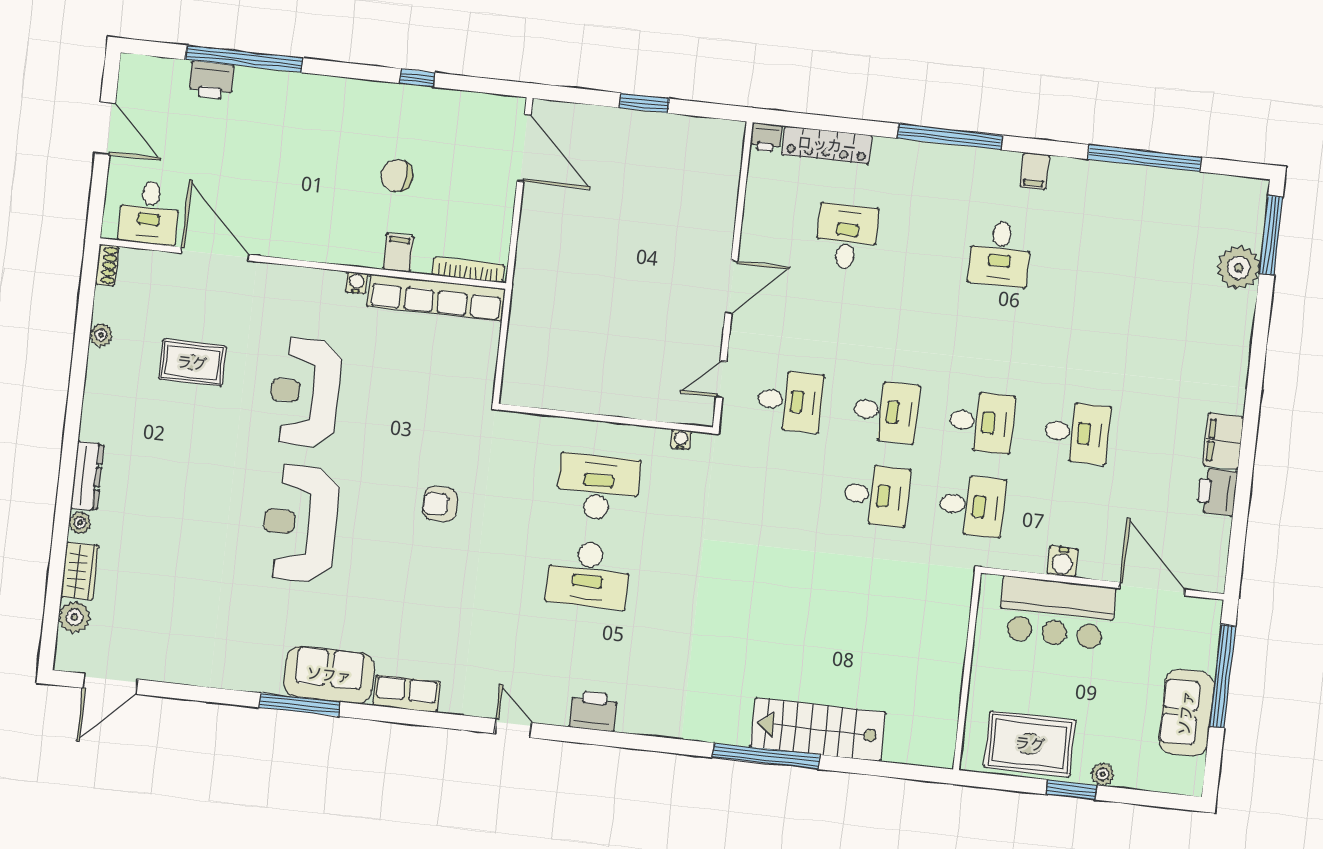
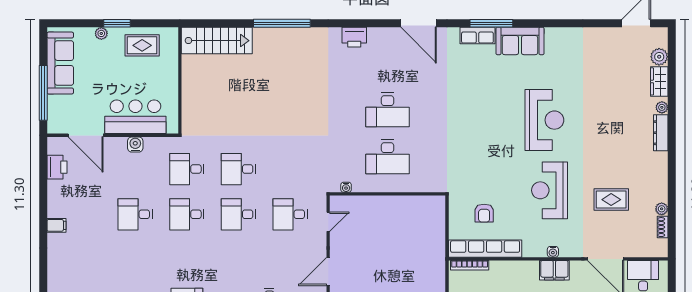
filing cabinet: (398, 253) -> (554, 270), moved, width x2.00
shoe rack: (107, 265) -> (663, 227), moved
water cooler: (357, 283) -> (553, 252), moved
reception desk: (305, 392) -> (550, 190), turned 180
filing cabinet: (1223, 441) -> (56, 225), width x0.50
printer: (1217, 492) -> (57, 167), moved
armchair: (440, 504) -> (484, 213), moved, turned 90
desk: (588, 574) -> (388, 110), turned 180
window: (300, 705) -> (491, 23), moved
printer: (593, 711) -> (354, 37), moved
sofa: (1186, 713) -> (60, 63), width x1.36
door: (513, 728) -> (419, 23), width x1.87
stairs: (818, 730) -> (217, 41), moved
rug: (1030, 744) -> (142, 45), width x0.73, depth x0.70

